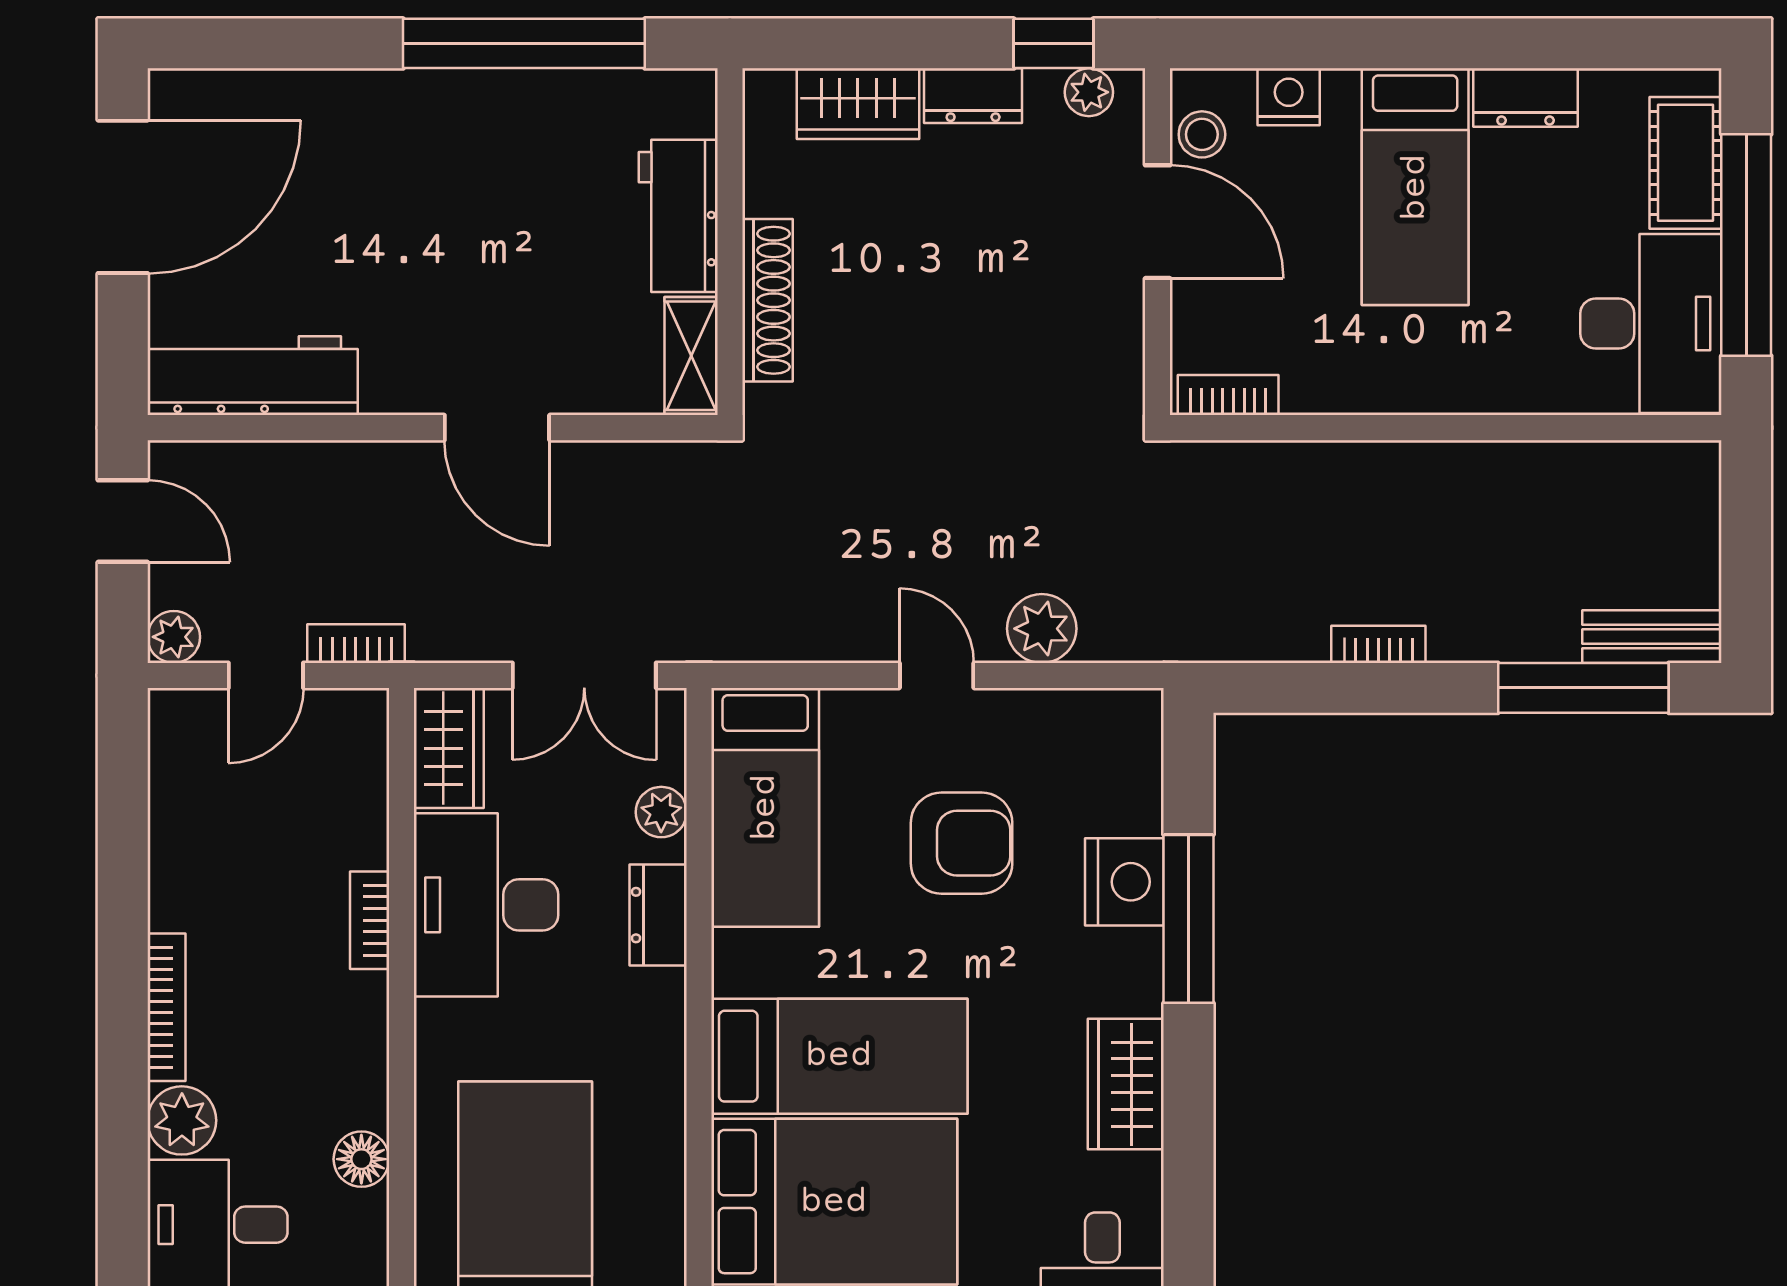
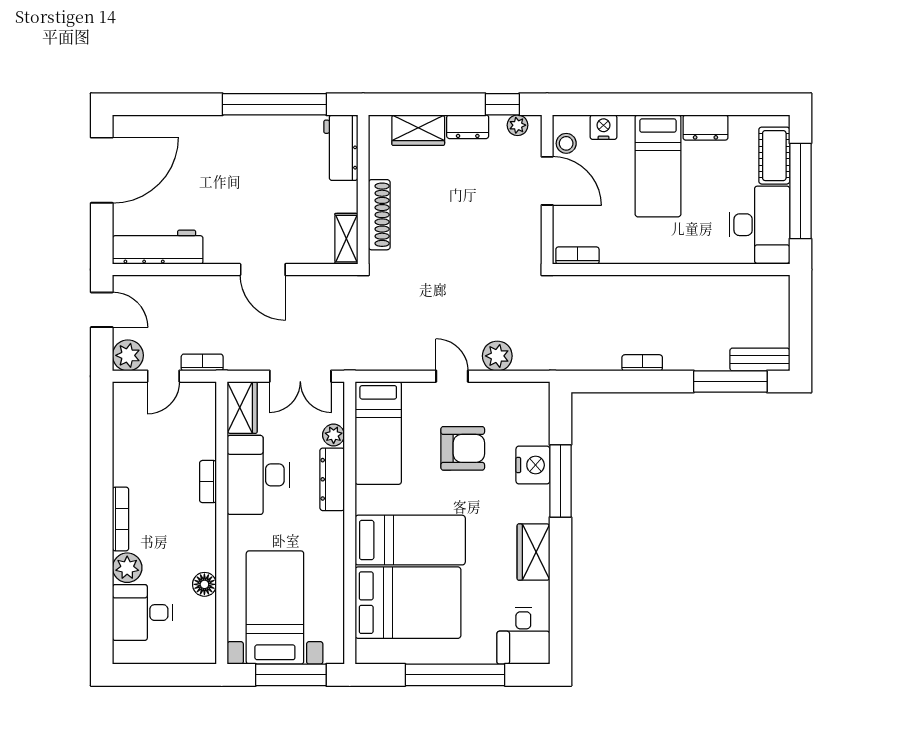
workbench: (678, 216) -> (341, 148), moved
plant: (174, 637) -> (128, 355), width x1.38, depth x1.38
dresser: (658, 915) -> (332, 479), width x1.44

